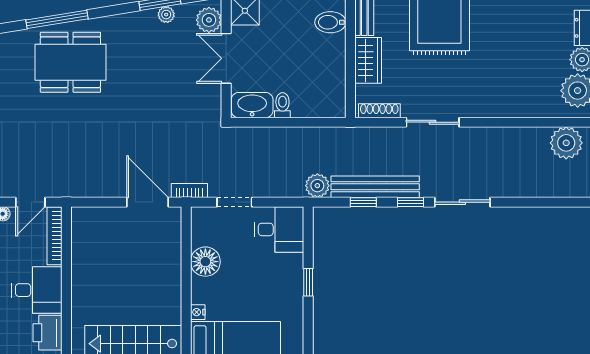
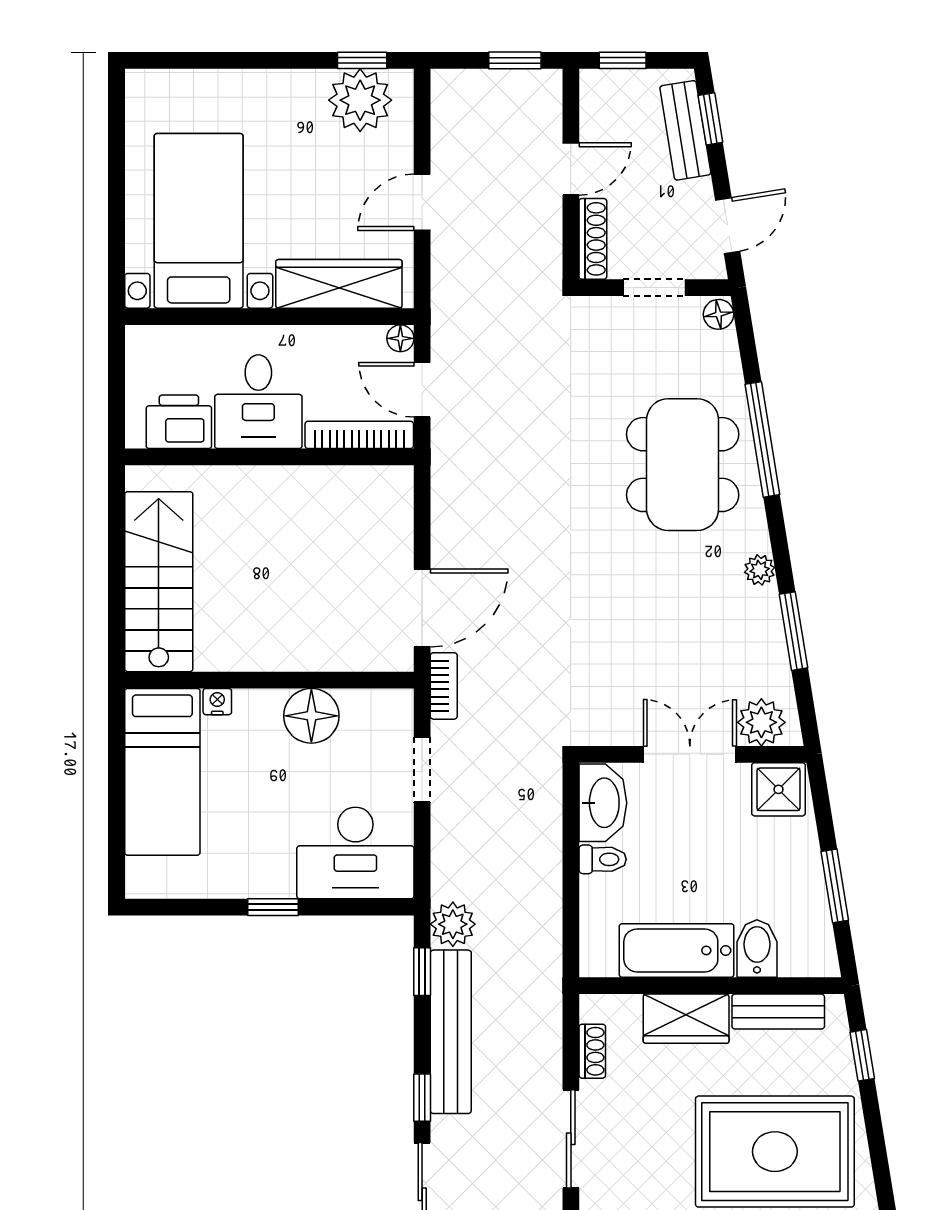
plant: (166, 15) -> (760, 570), moved
bathtub: (331, 65) -> (677, 950), added
shoe rack: (379, 111) -> (592, 1051), width x0.70
window: (363, 202) -> (422, 972), moved
desk: (279, 229) -> (355, 853), width x1.37

